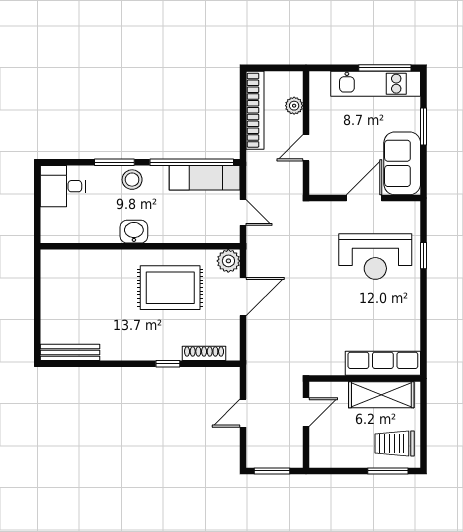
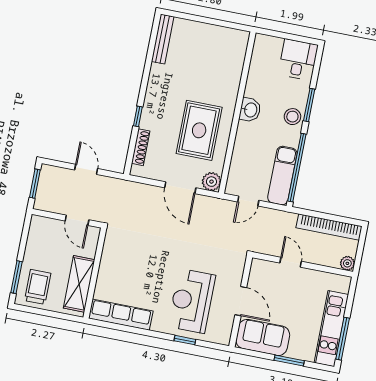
plant: (294, 106) -> (347, 263), moved
row of seats: (383, 363) -> (121, 315), moved, turned -90

